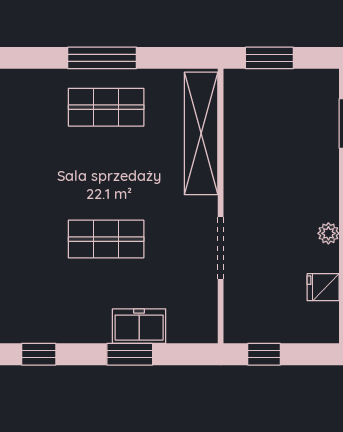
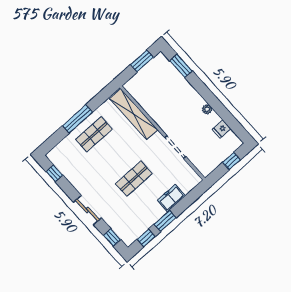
window: (269, 58) -> (142, 61), moved
window: (130, 354) -> (165, 221), moved
window: (264, 354) -> (232, 161), moved

